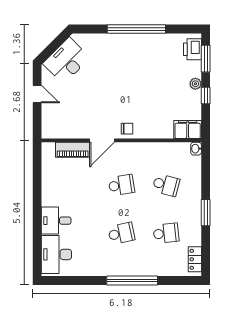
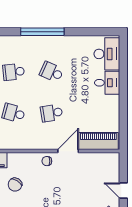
chair: (164, 101) -> (15, 185), added
piano: (73, 150) -> (98, 141), width x1.37, depth x1.33
school desk: (121, 233) -> (52, 72), turned 36

